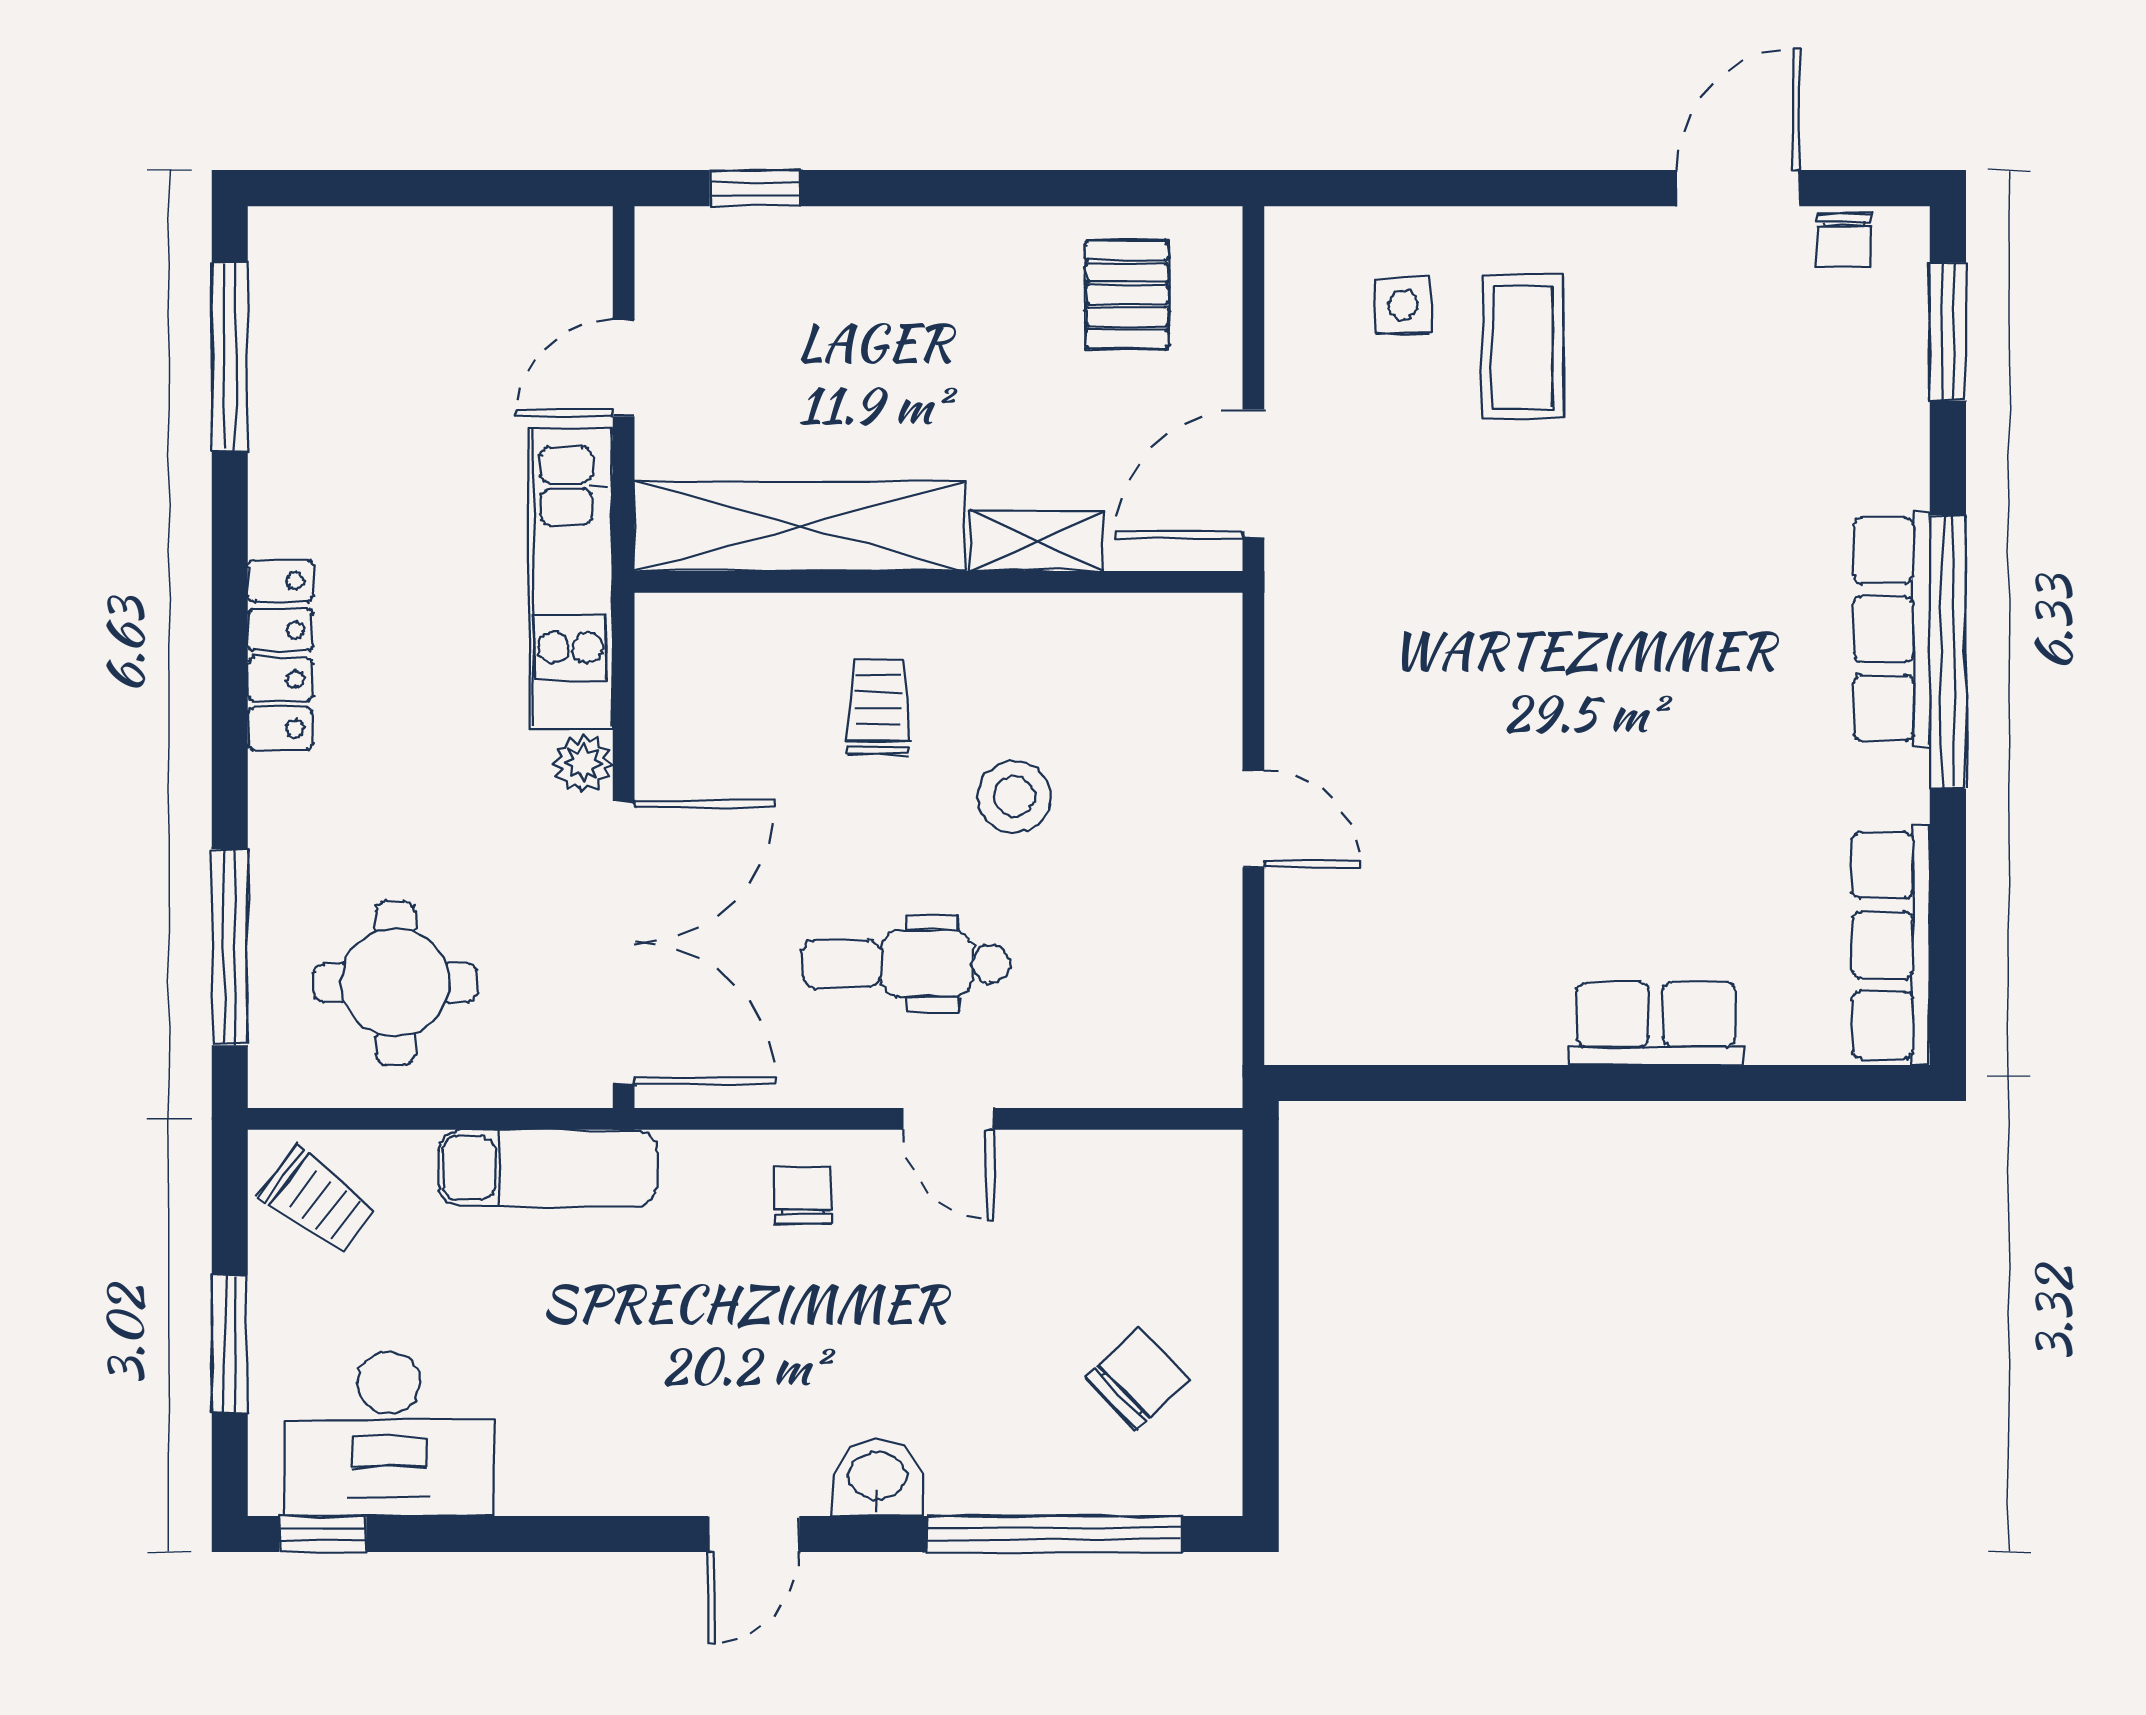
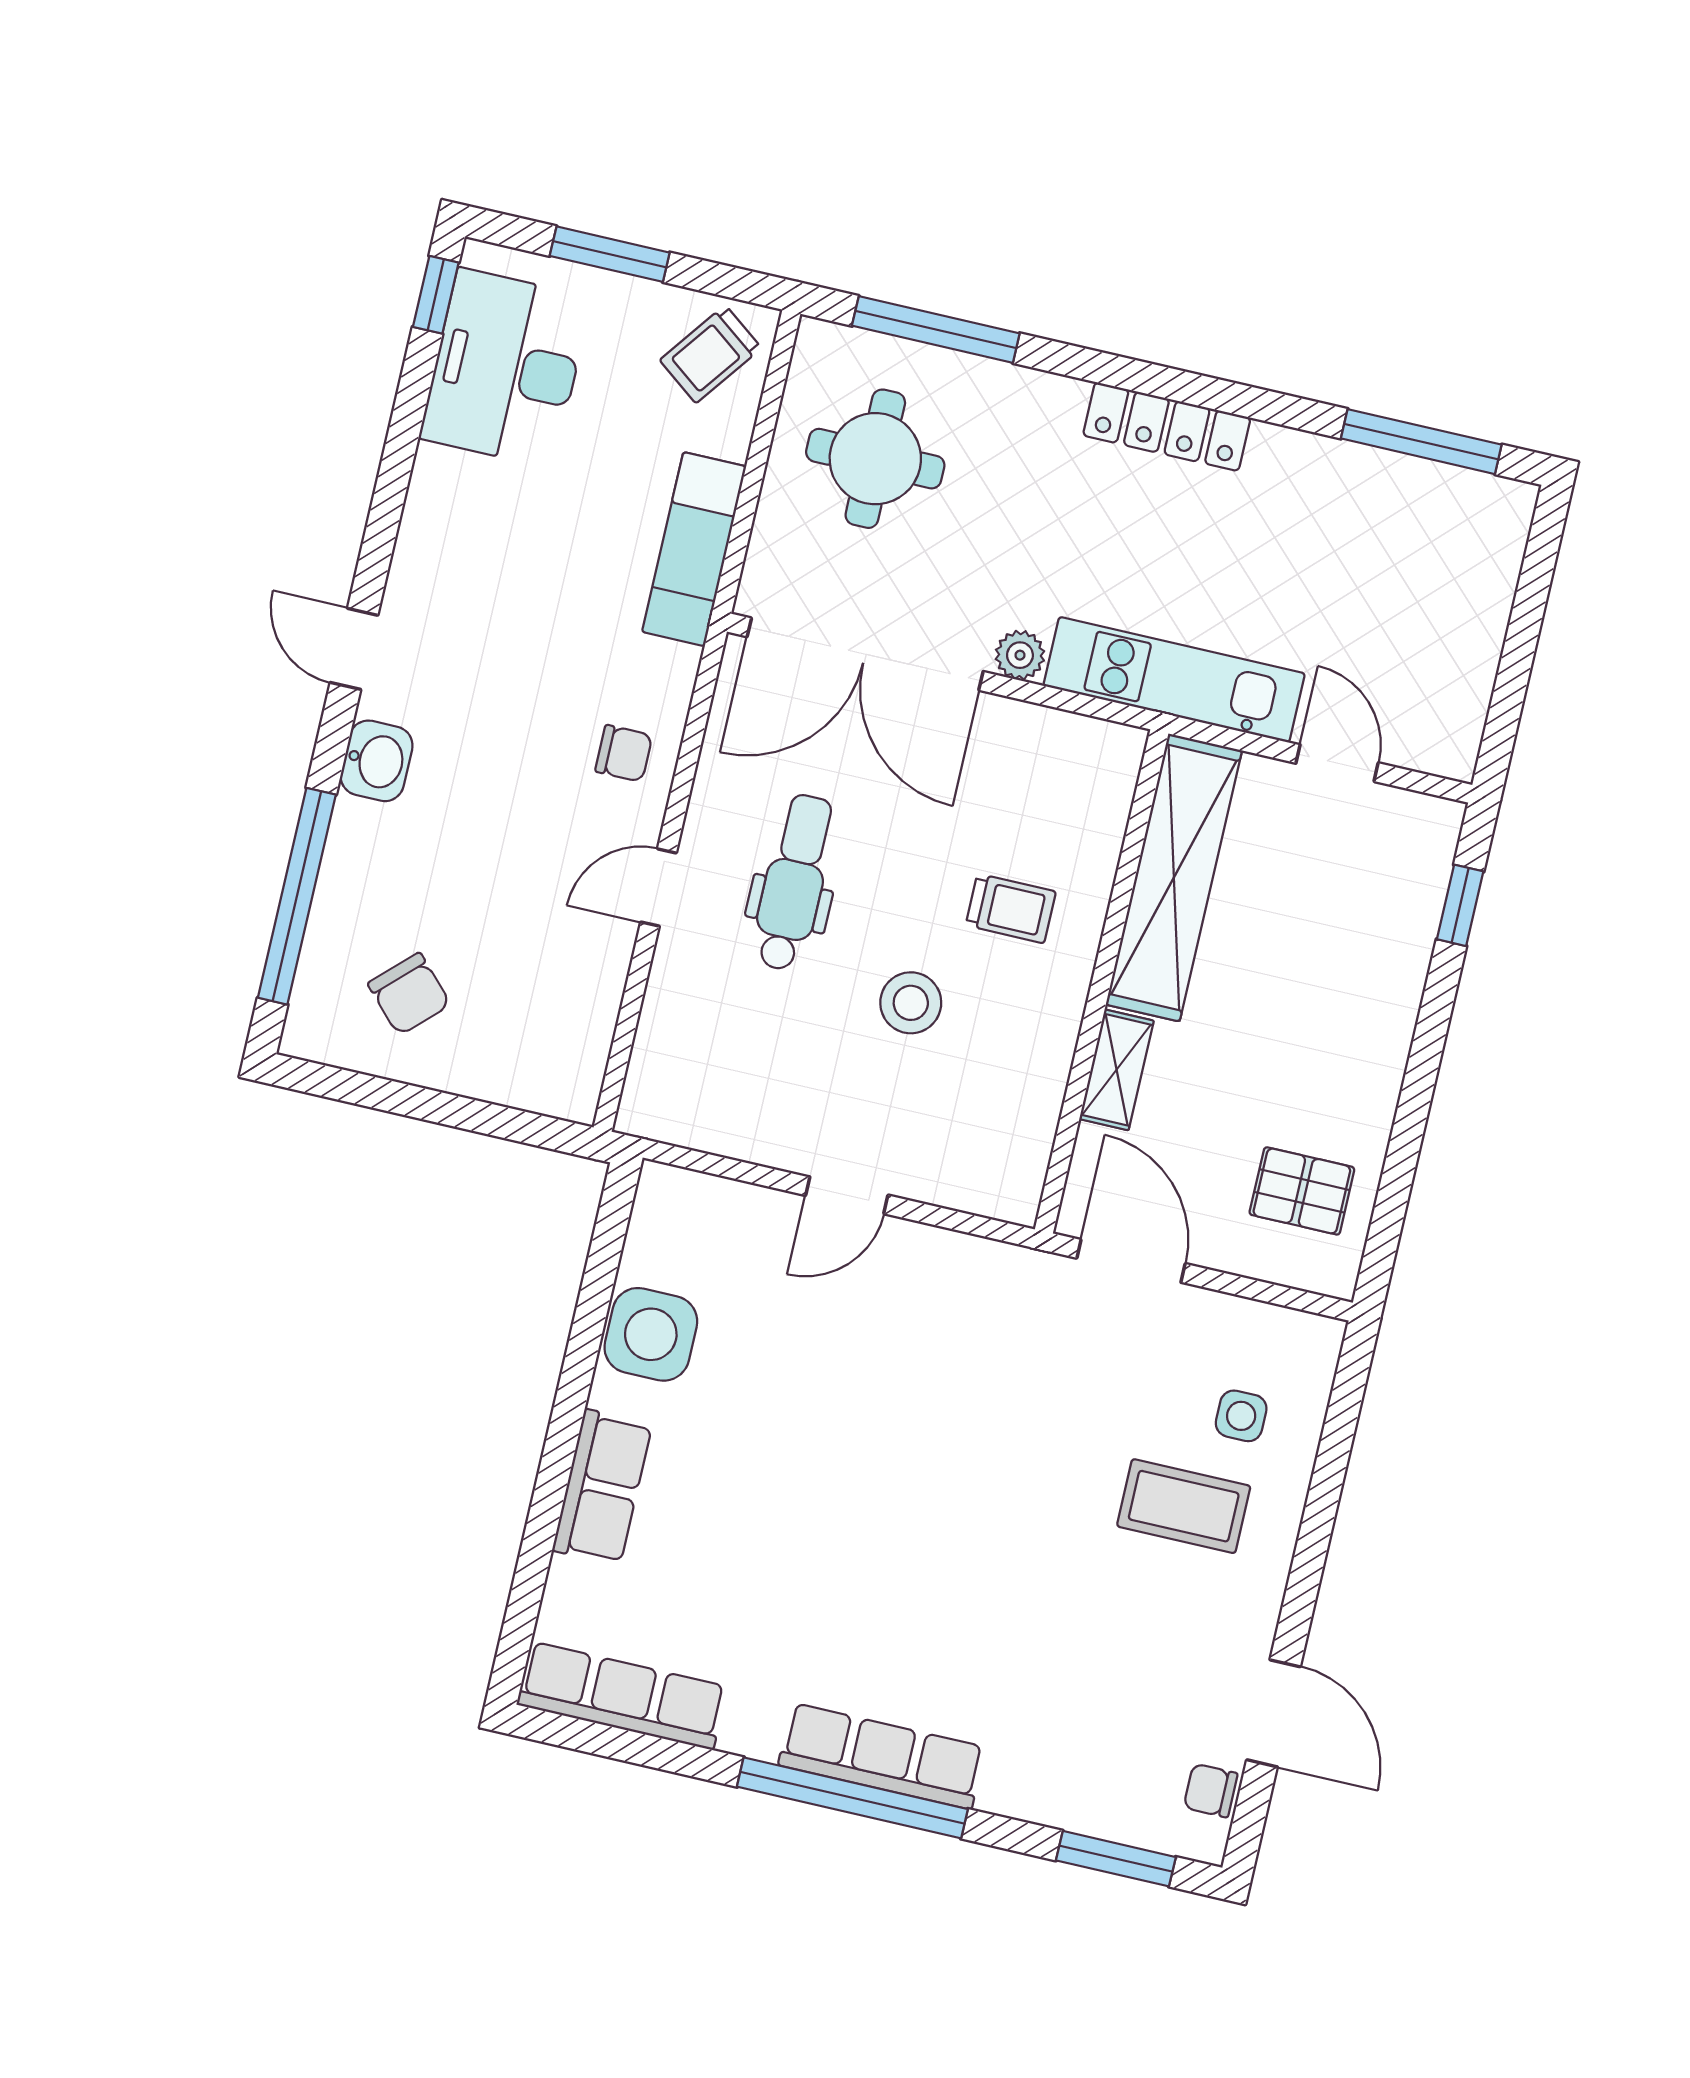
side table: (1466, 1008) -> (651, 1334), added

